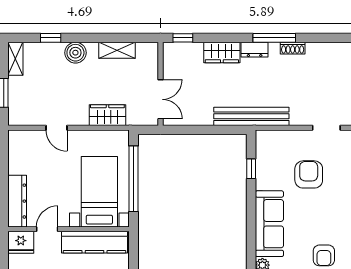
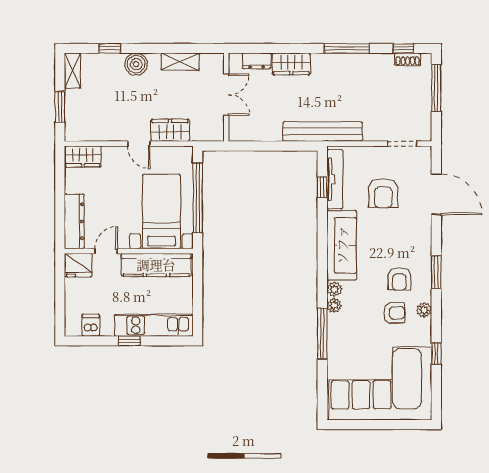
window: (183, 38) -> (403, 48), moved
shoe rack: (293, 48) -> (408, 59), moved
dresser: (255, 50) -> (257, 61), moved
double door: (160, 99) -> (226, 95), moved
door: (56, 128) -> (139, 144), moved
wardrobe: (25, 140) -> (83, 156), added
tv unit: (263, 161) -> (335, 179), added
armchair: (309, 174) -> (383, 193), turned 180

